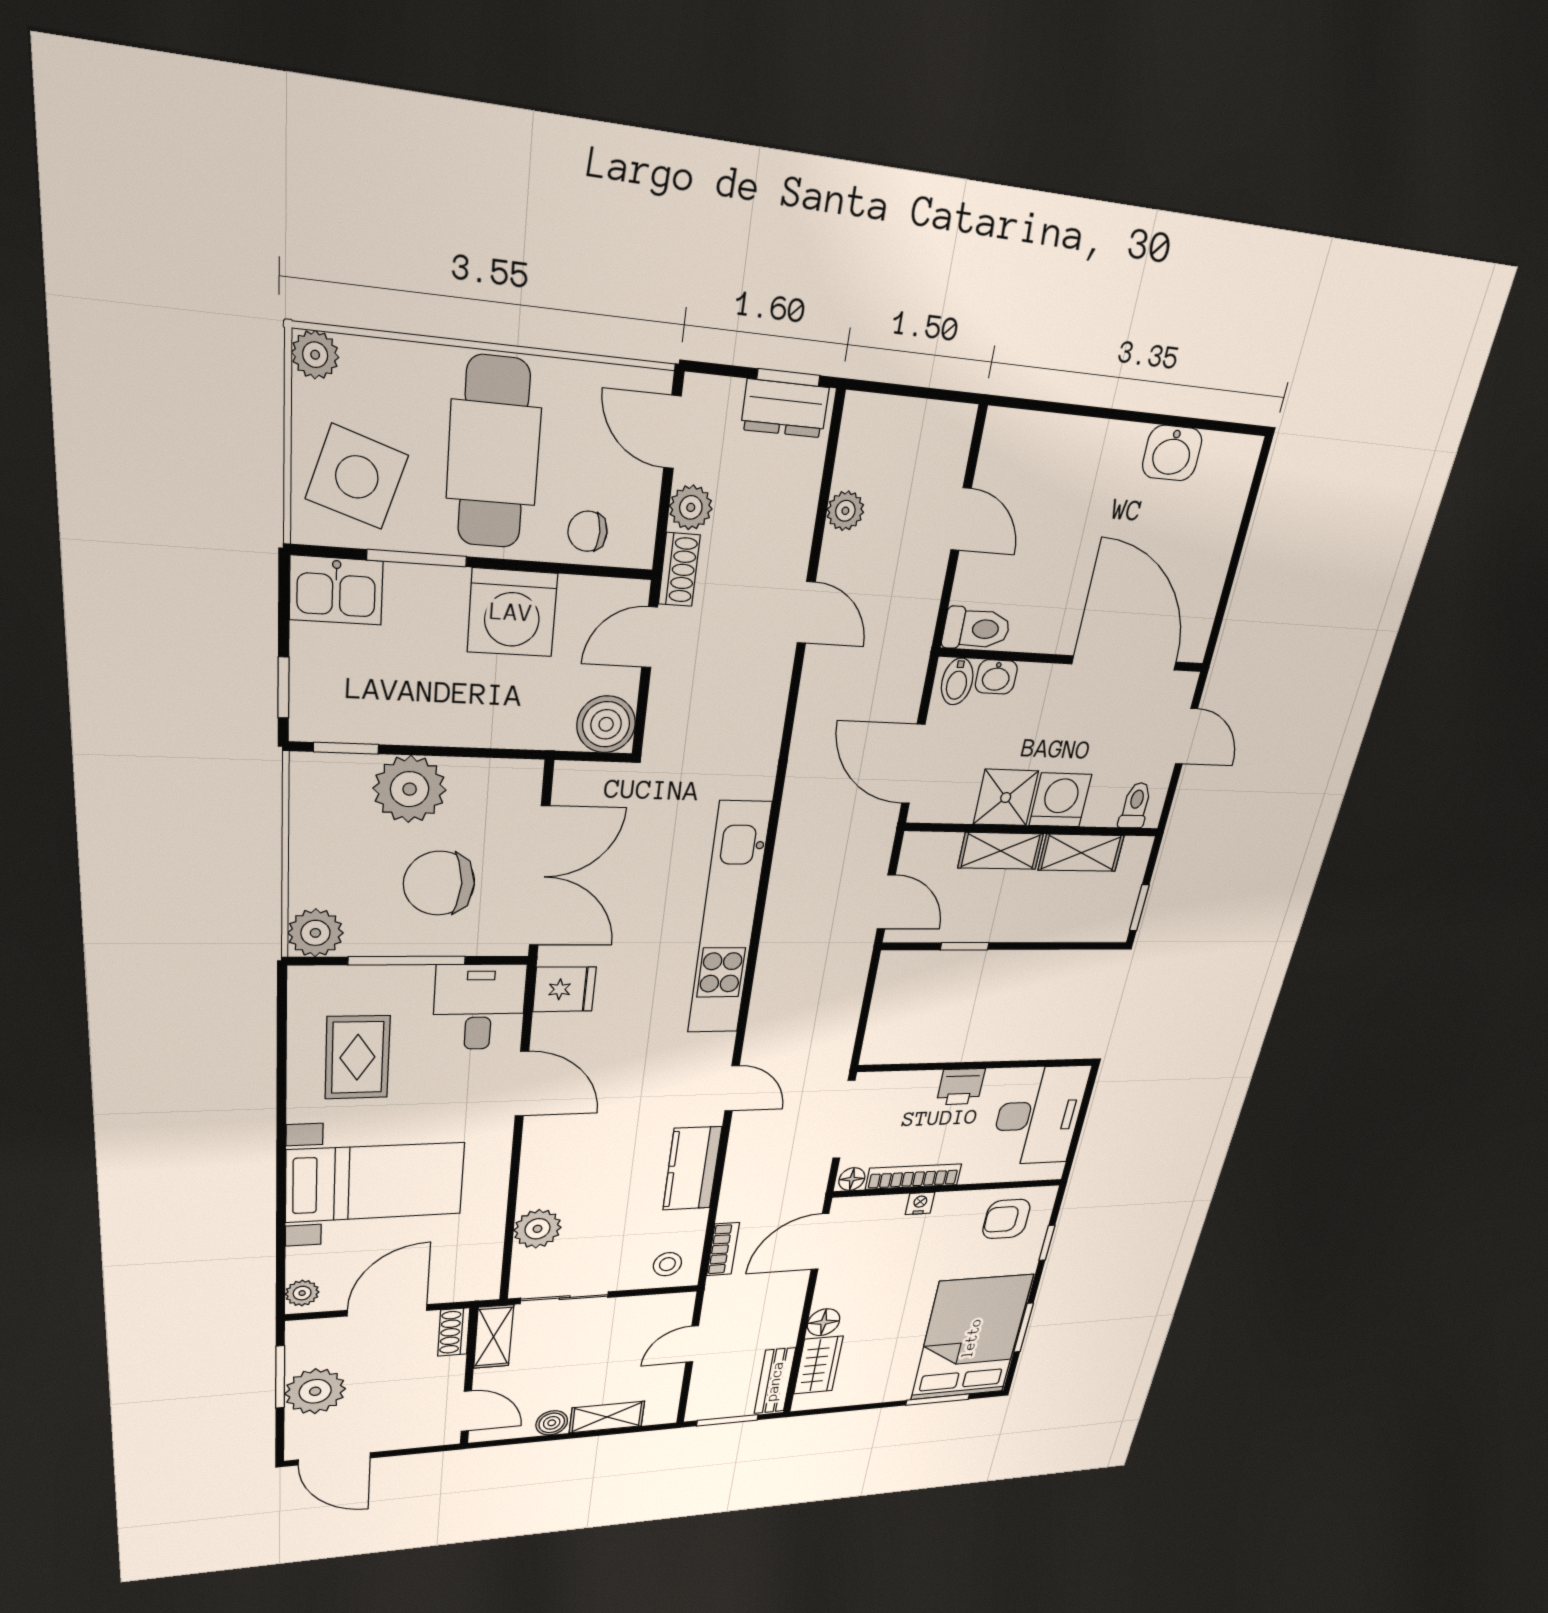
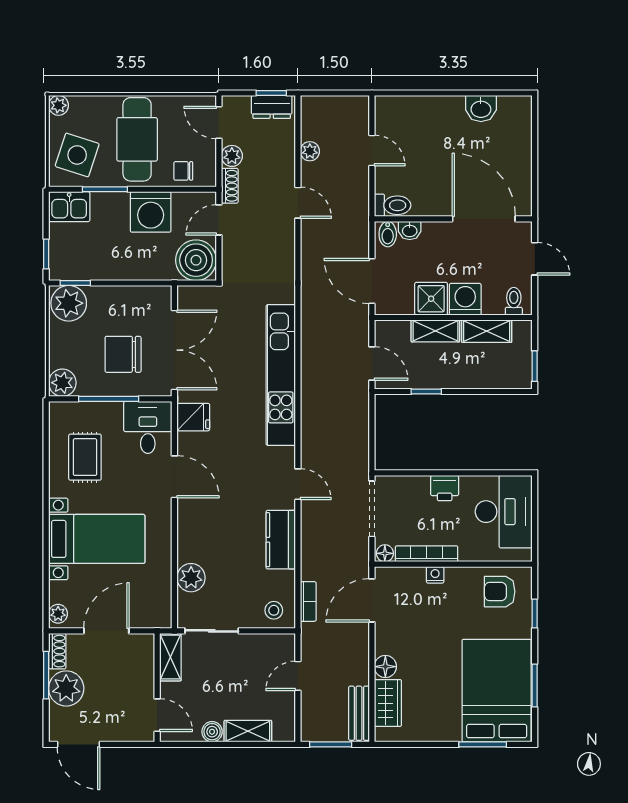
boiler: (606, 724) -> (196, 260), width x1.37, depth x1.37
plant: (410, 789) -> (69, 303), moved
shoe rack: (454, 1332) -> (57, 651), moved, turned 180

